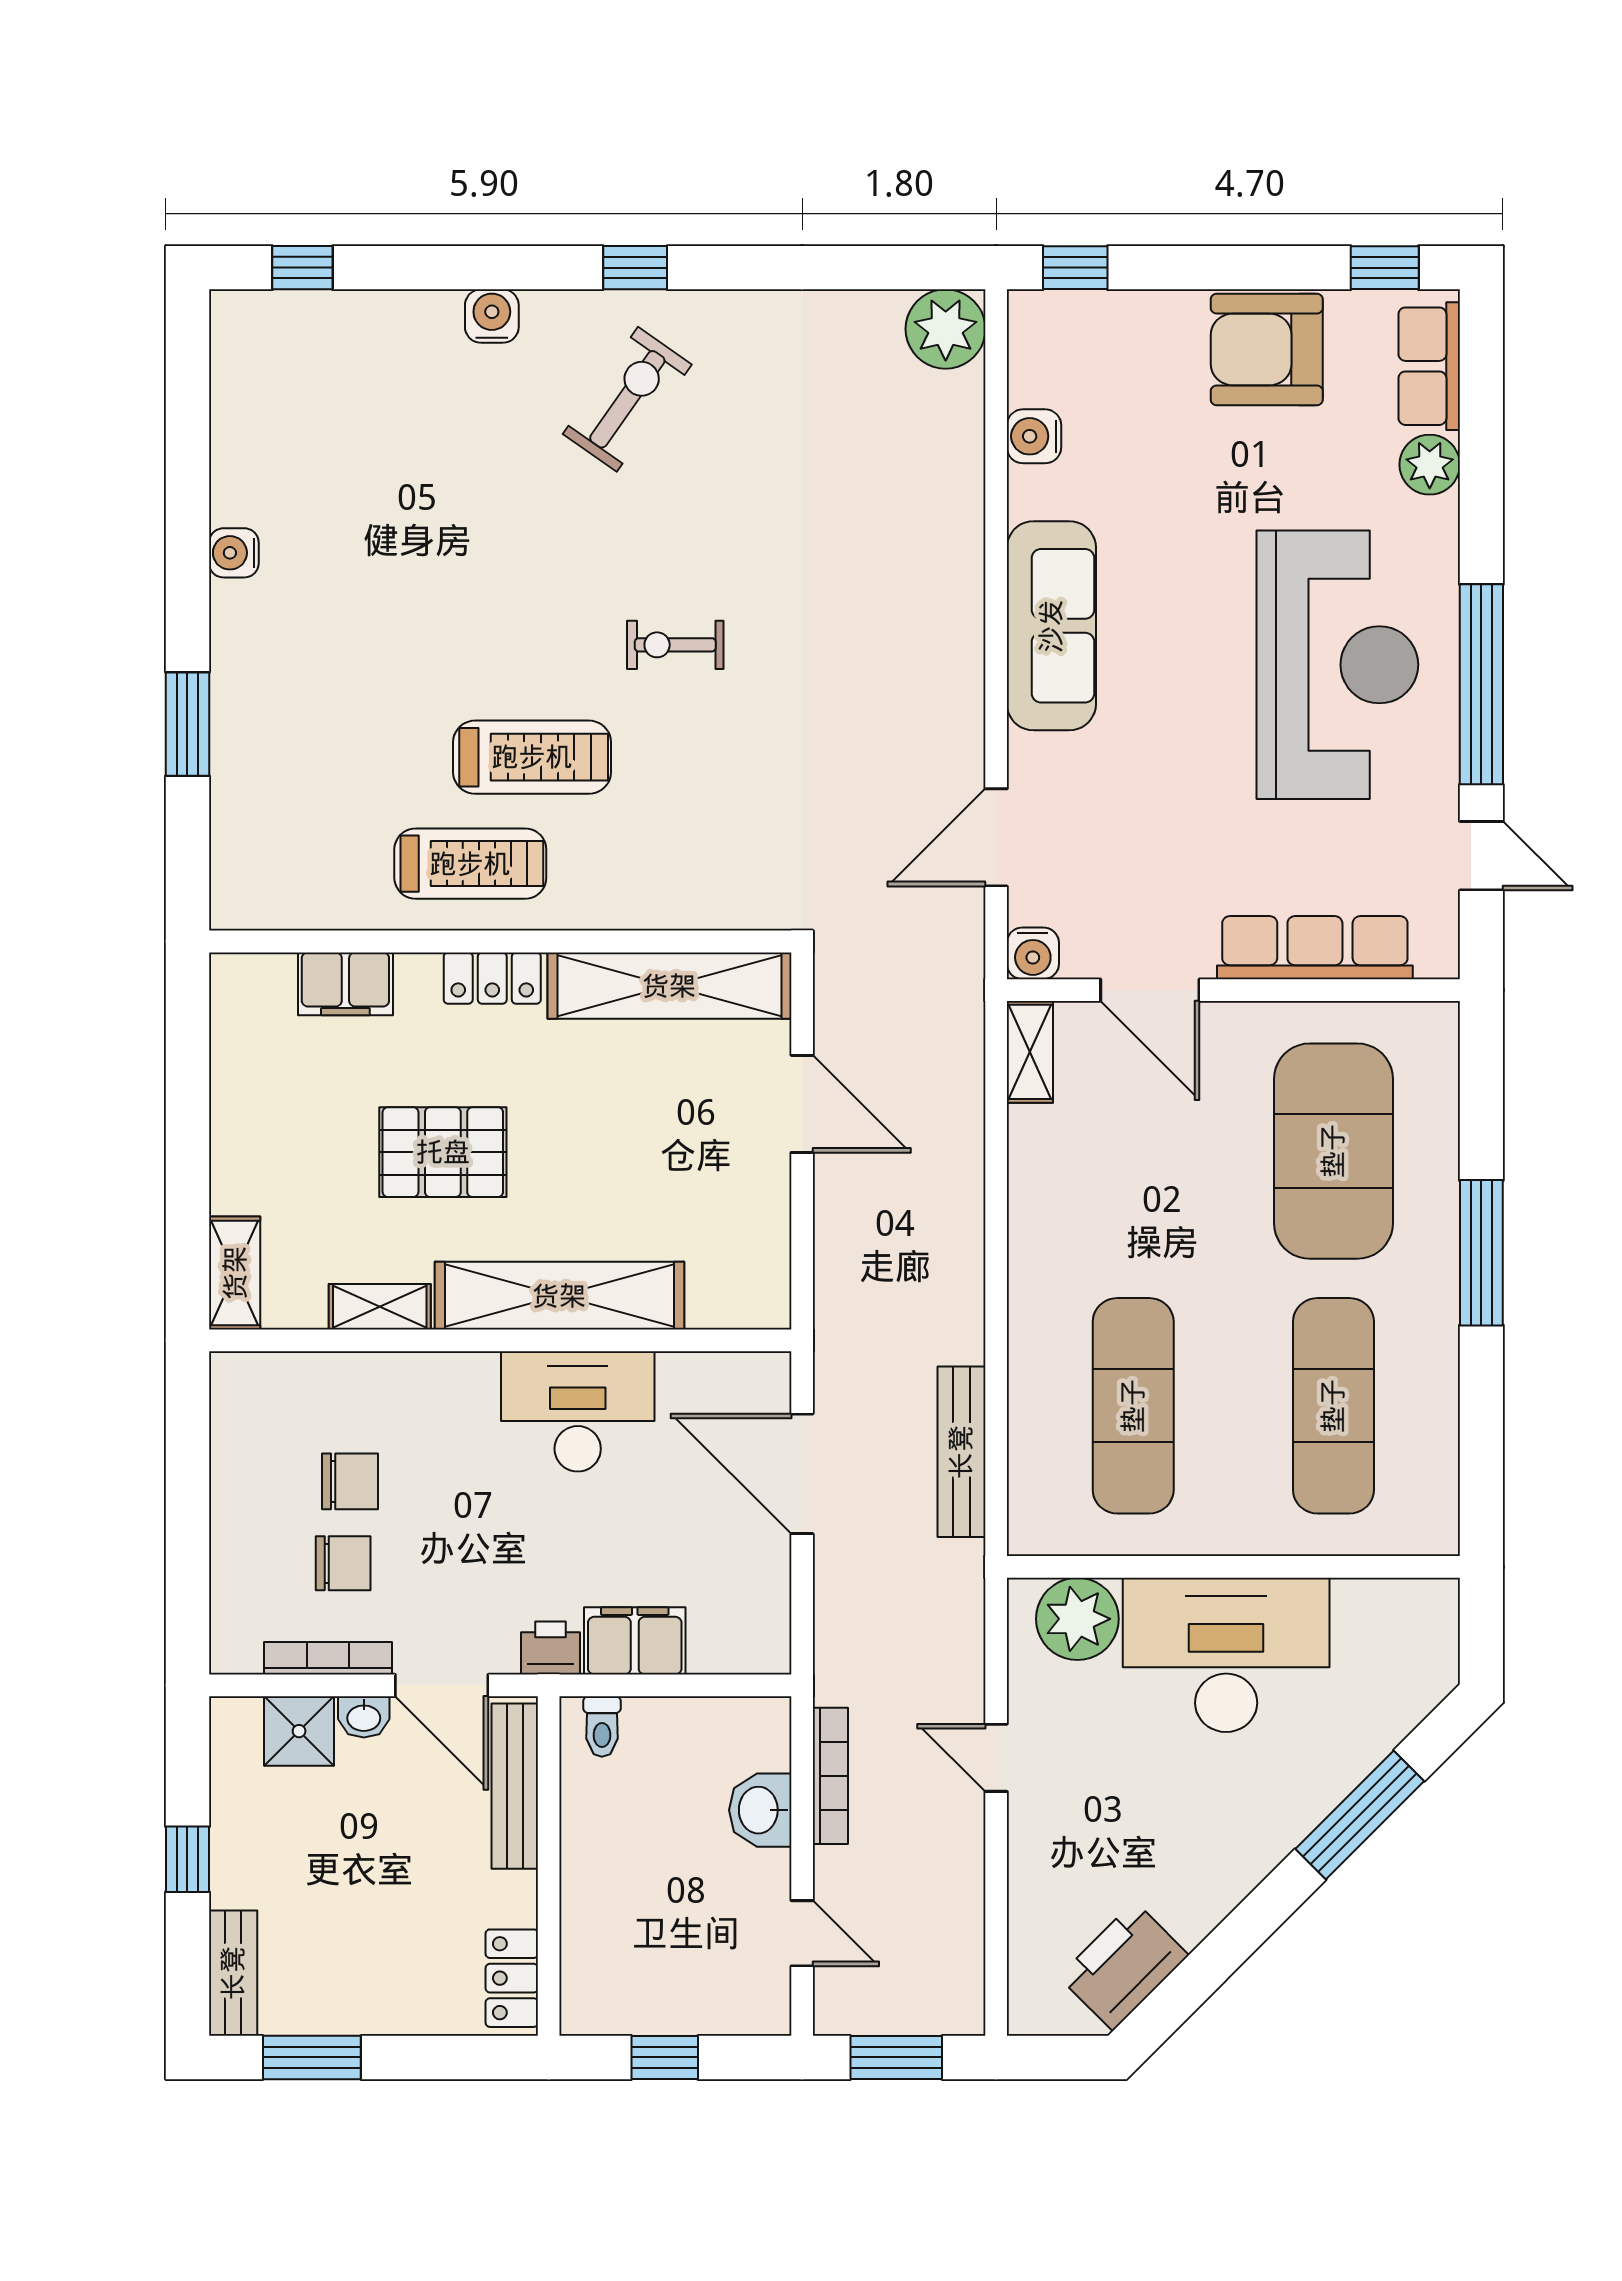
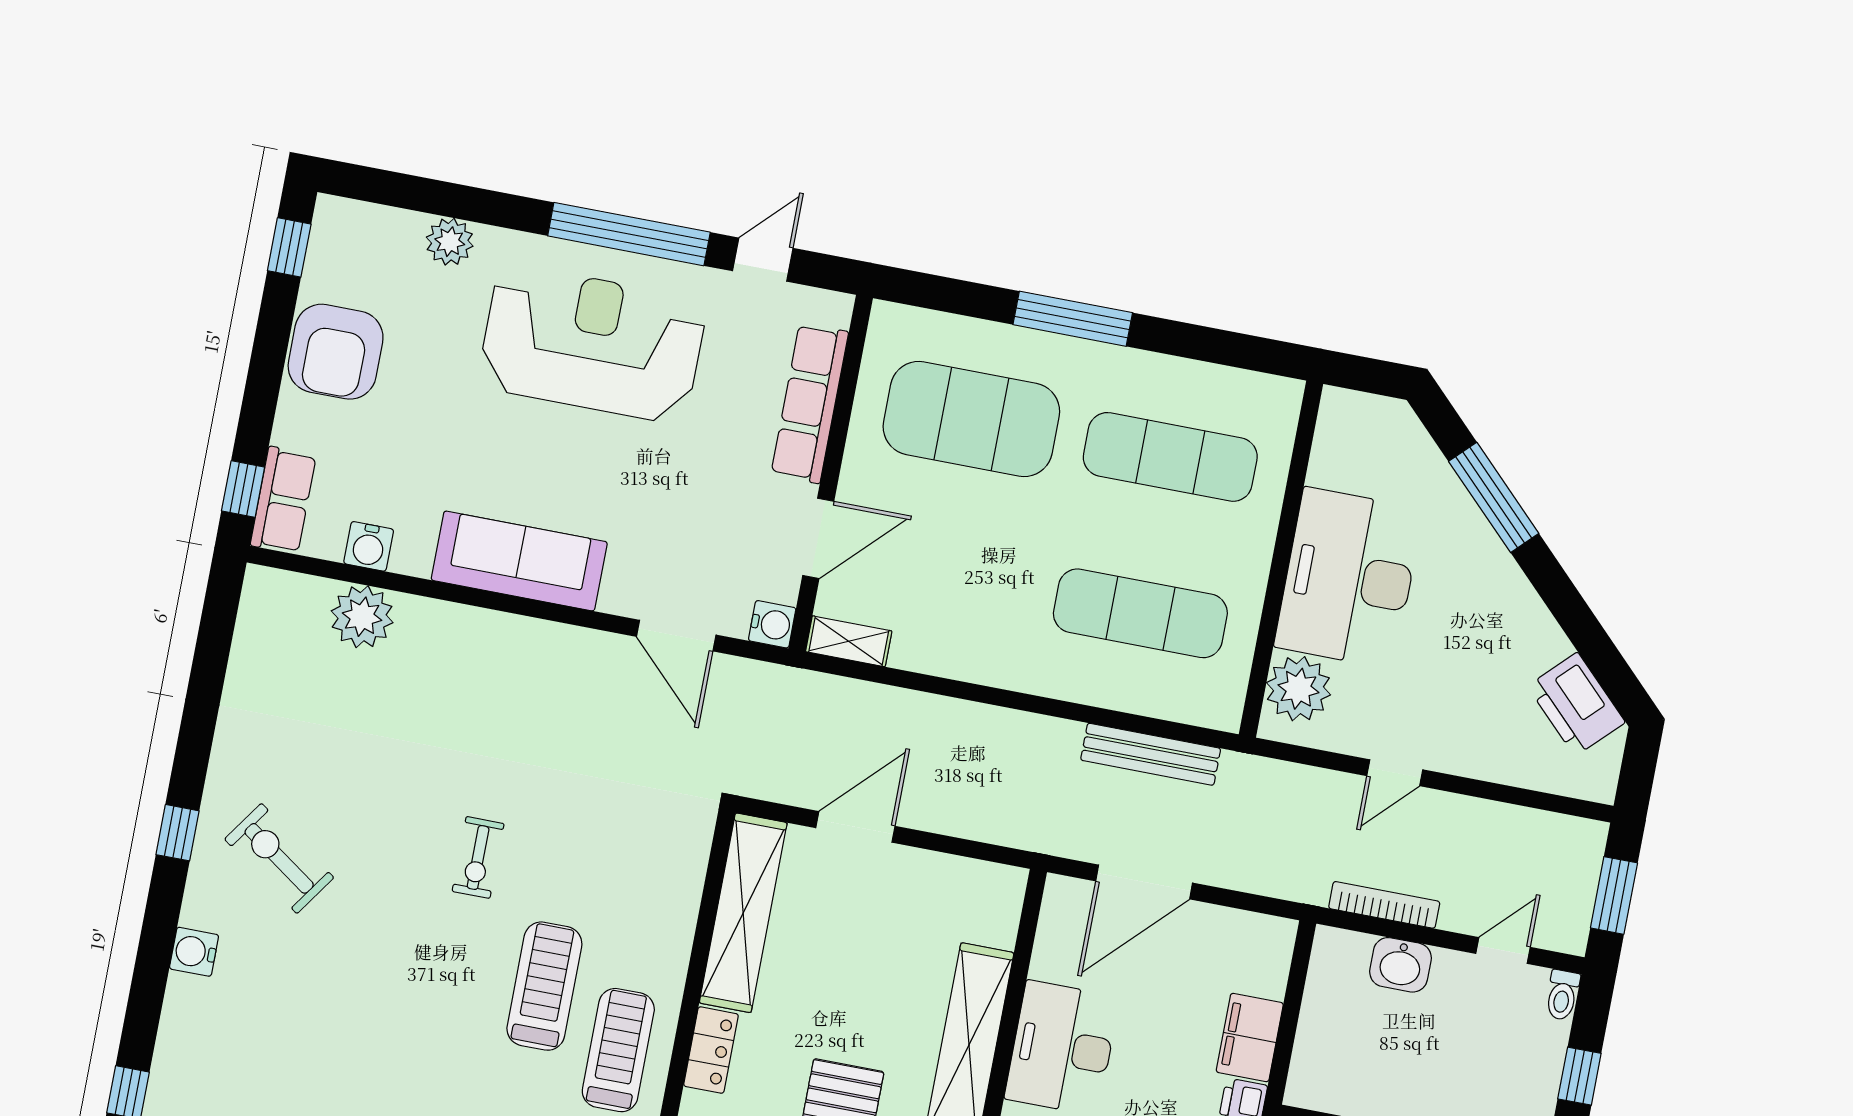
plant: (946, 329) -> (362, 617), moved
row of seats: (1429, 366) -> (283, 500), moved, turned -90
toilet: (602, 1727) -> (1562, 995), moved, turned 90

